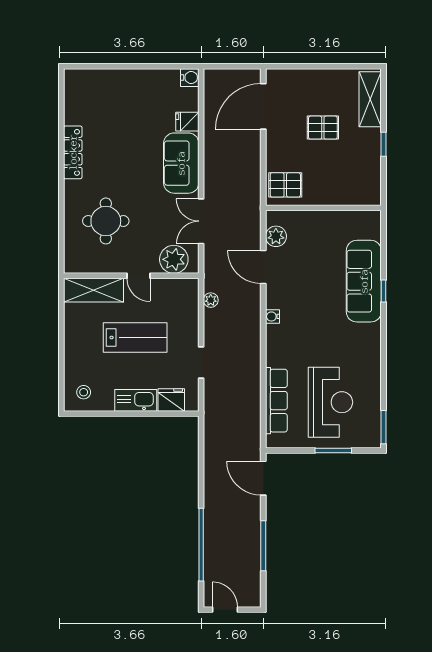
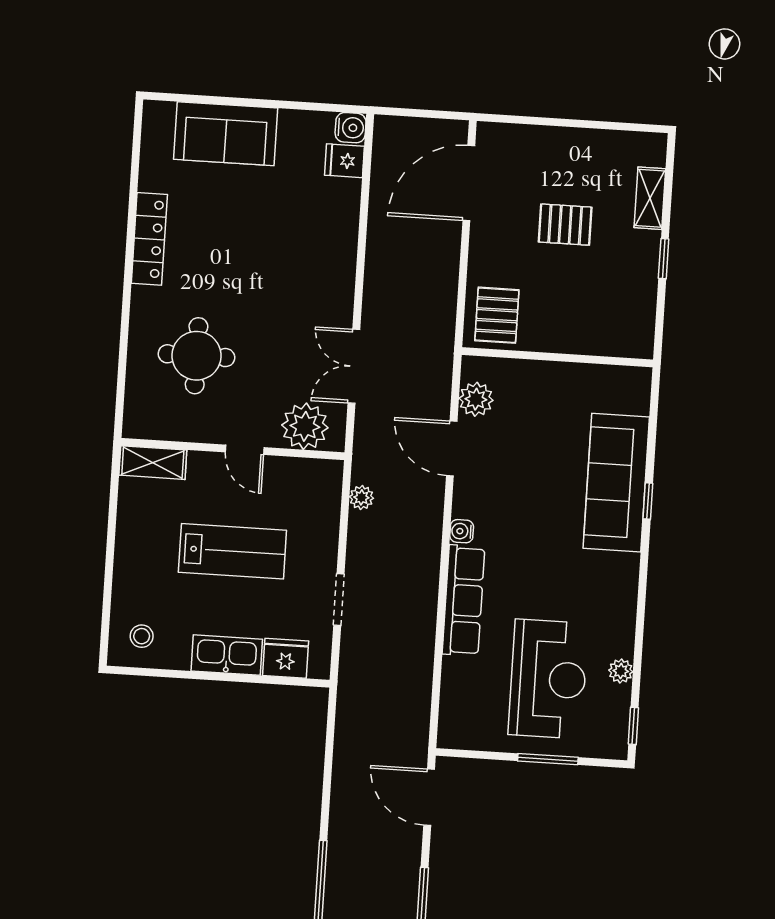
shelving: (370, 99) -> (650, 198), width x0.67, depth x0.75
fridge: (187, 122) -> (344, 161), moved
sofa: (181, 163) -> (226, 134), moved, turned -90
pallet: (285, 185) -> (497, 315), turned 90
shelving: (94, 290) -> (153, 463), width x0.67, depth x0.75
plant: (374, 395) -> (621, 671), added
row of seats: (276, 401) -> (464, 600), moved
window: (384, 427) -> (633, 726), width x0.67

